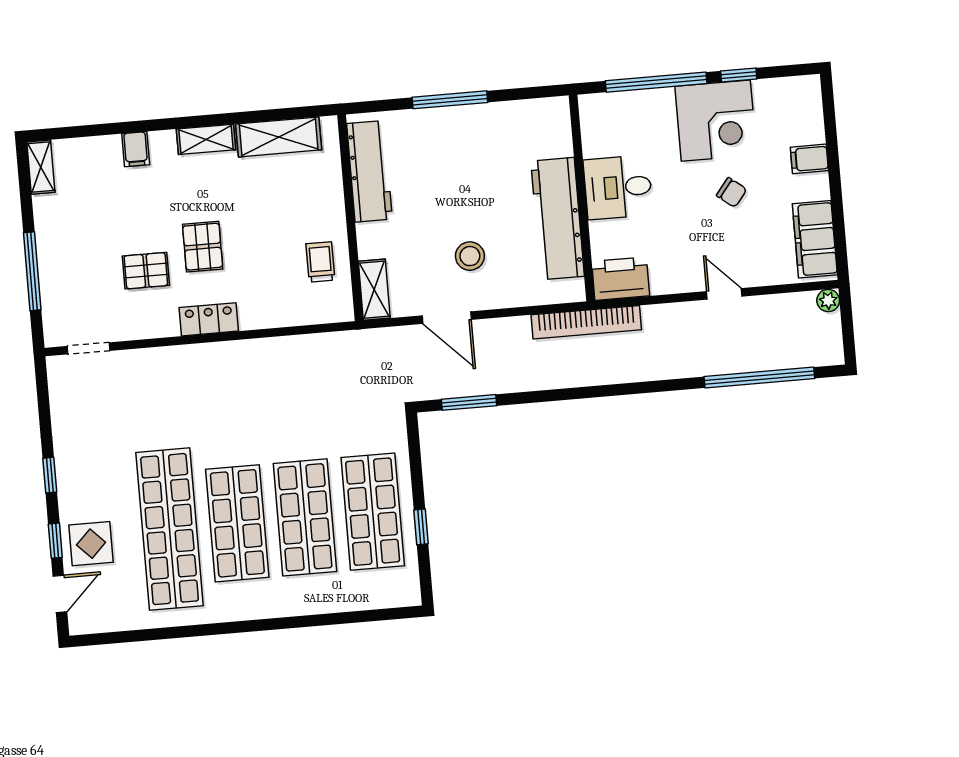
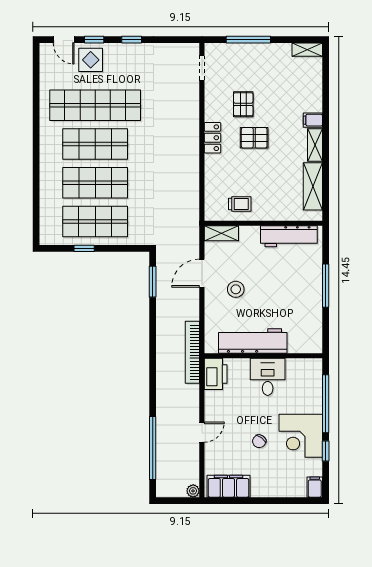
filing cabinet: (136, 149) -> (313, 120), moved
filing cabinet: (809, 159) -> (315, 487), moved

